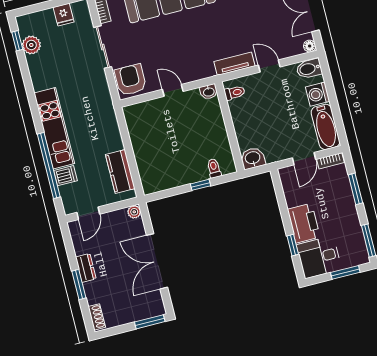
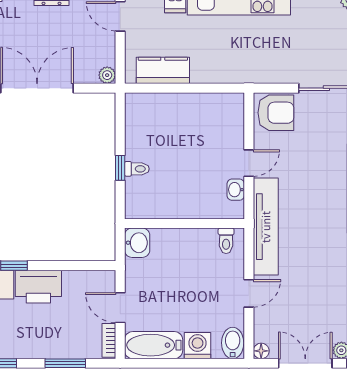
tv unit: (234, 64) -> (266, 227), width x1.92, depth x1.29
washbasin: (209, 92) -> (236, 190), moved
toilet: (214, 168) -> (137, 169), moved

